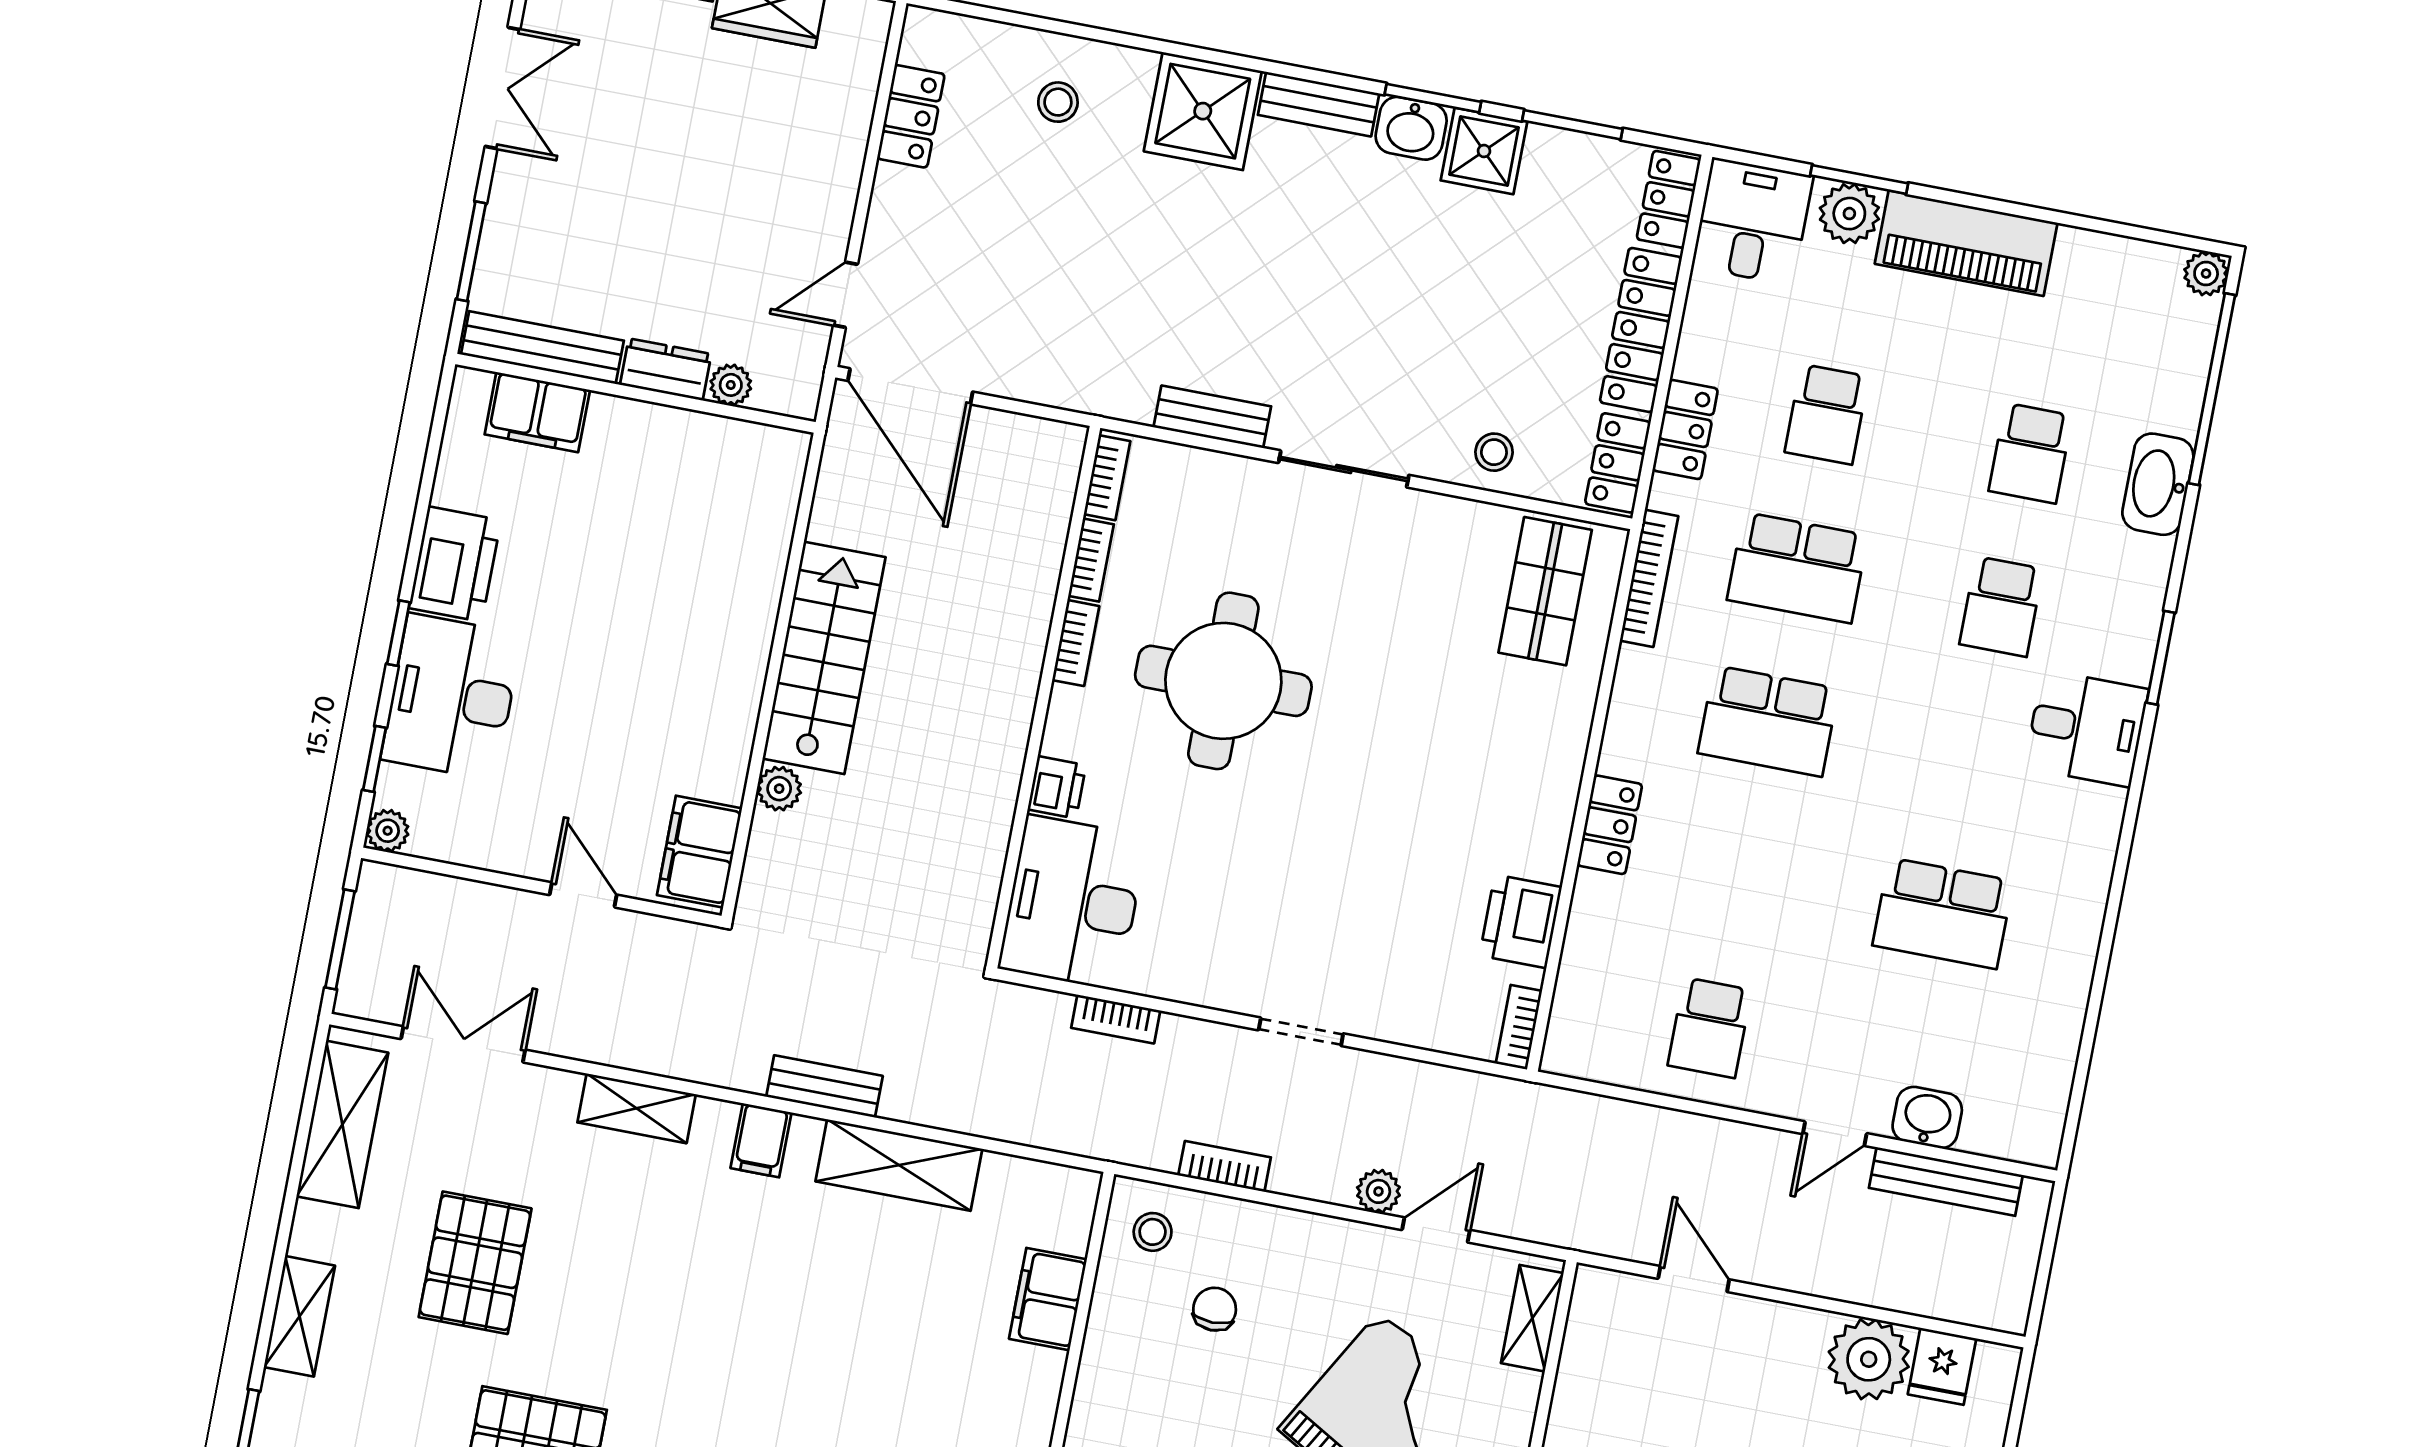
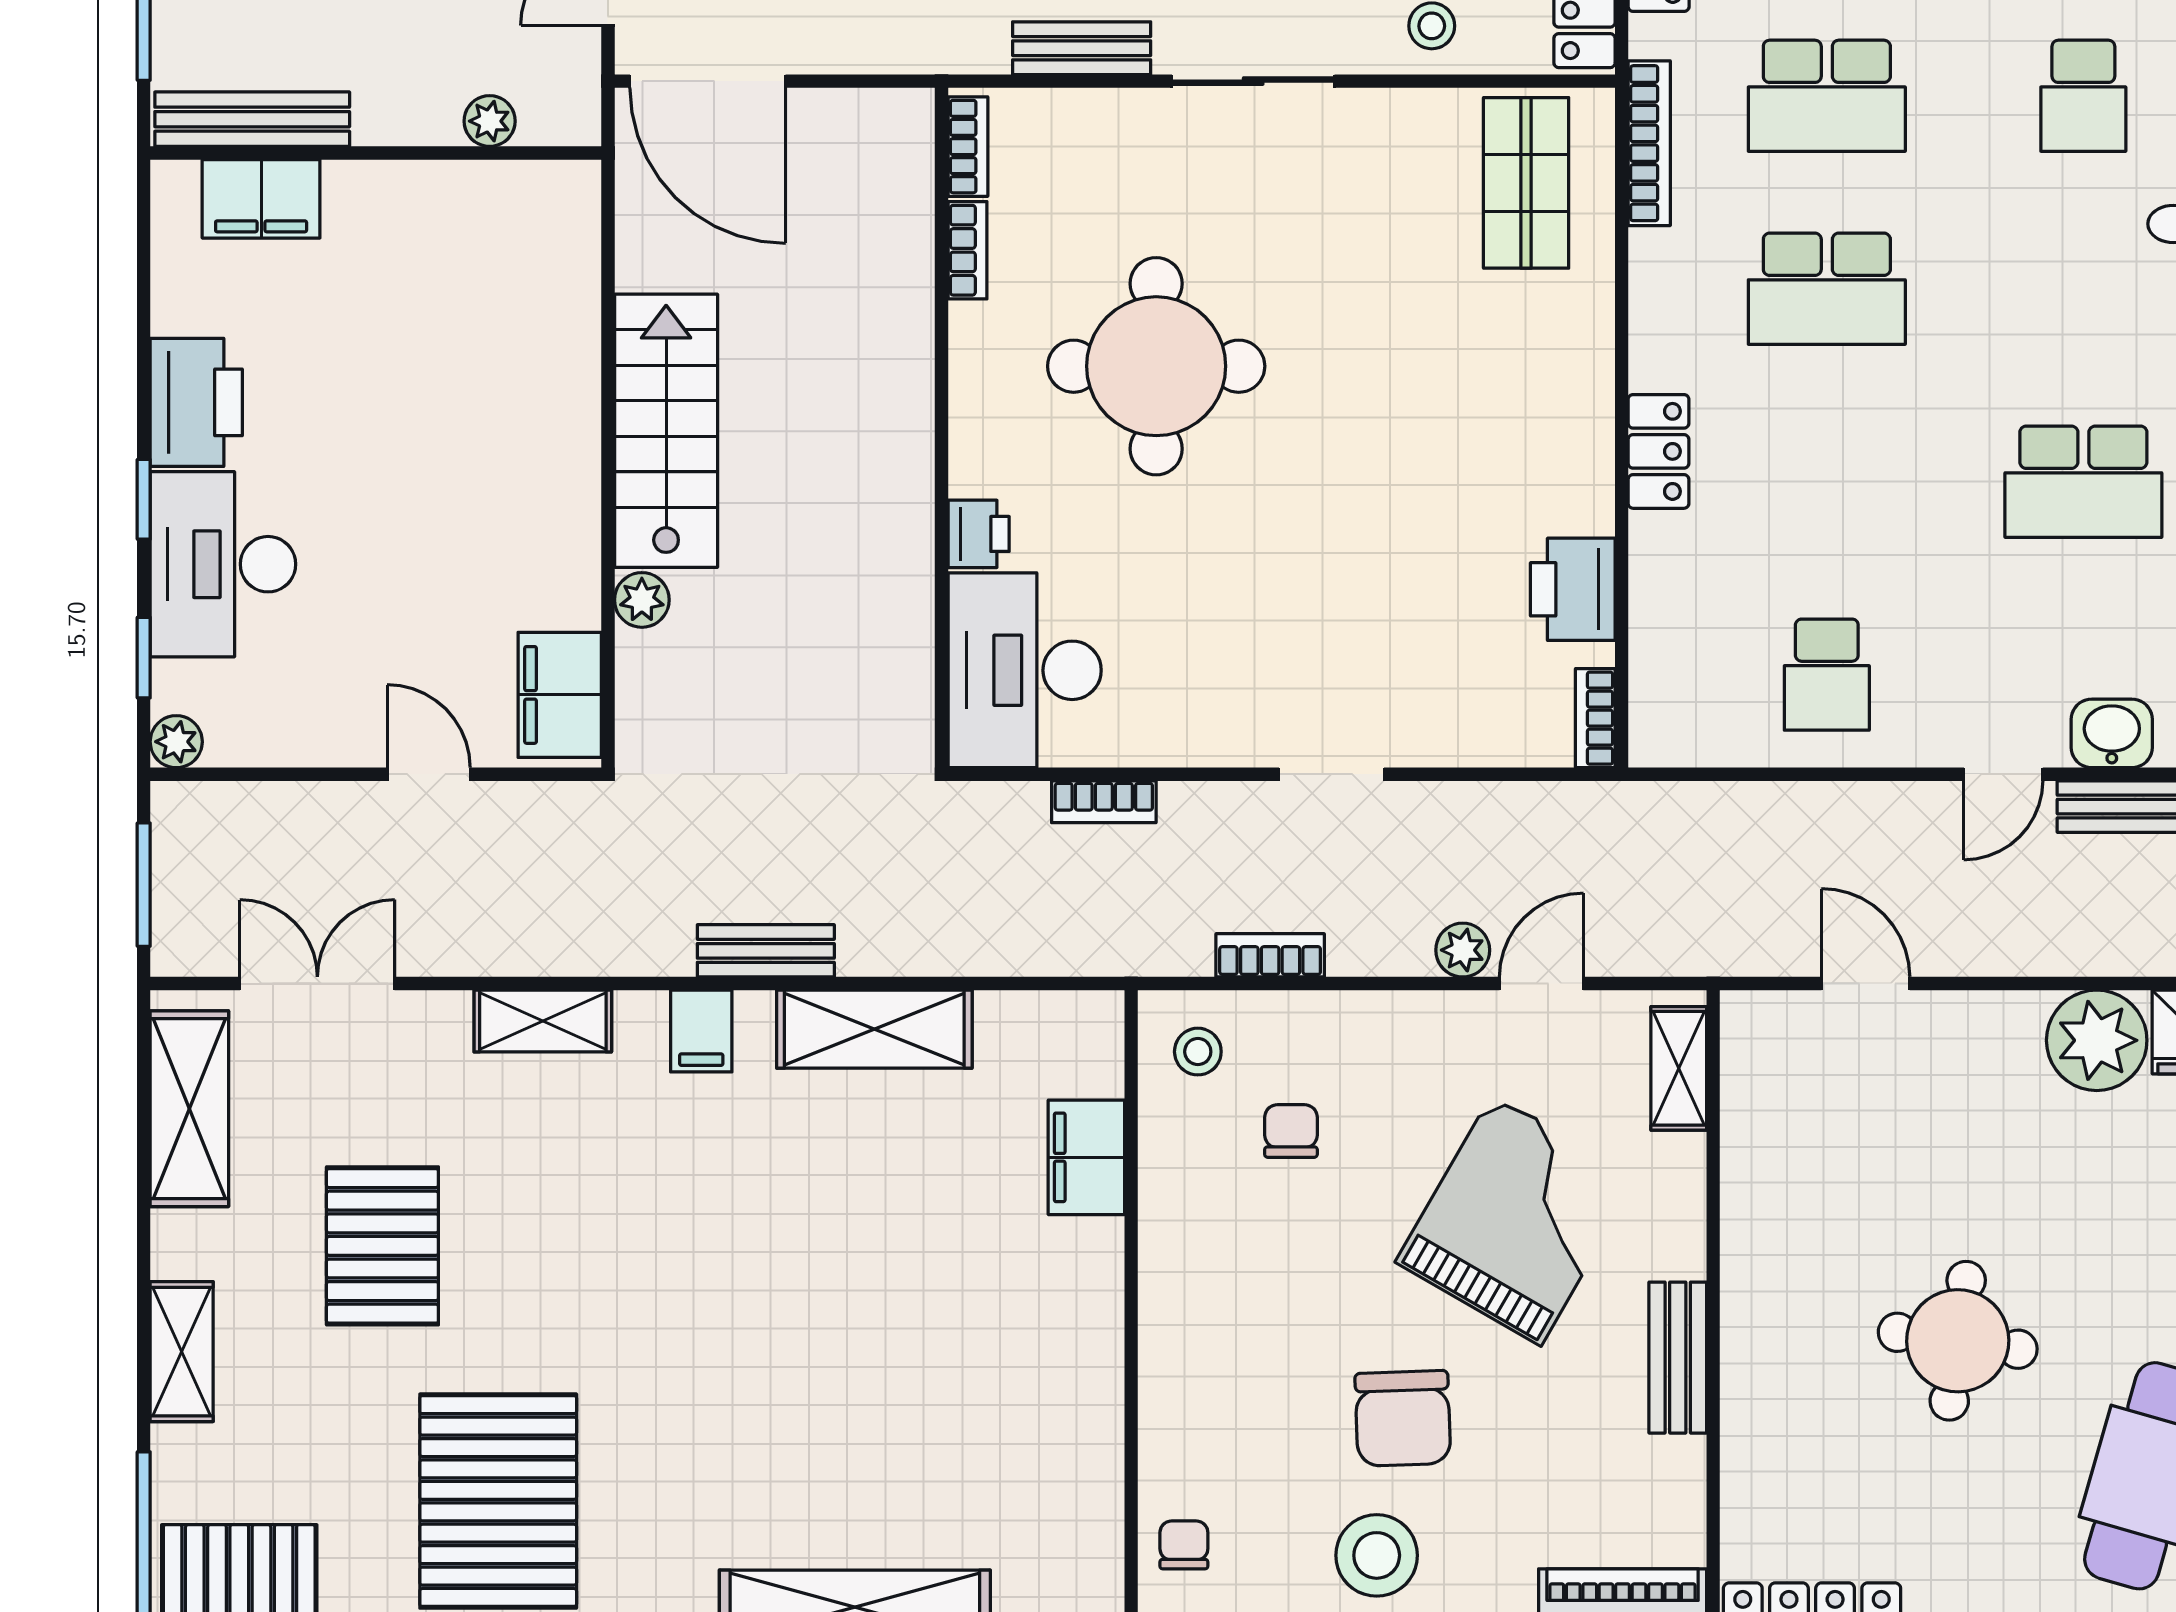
dresser: (666, 369) -> (407, 117), removed
bookcase: (1076, 643) -> (968, 354), removed

